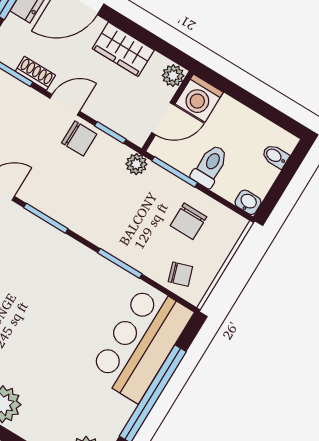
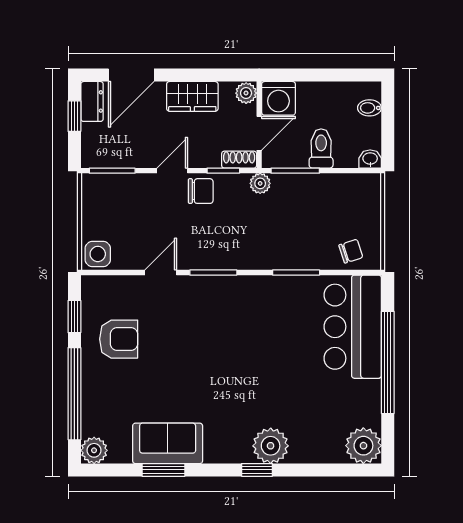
shoe rack: (35, 73) -> (239, 160), moved
chair: (188, 221) -> (331, 204), removed

